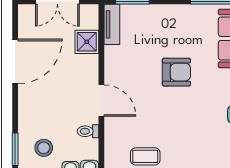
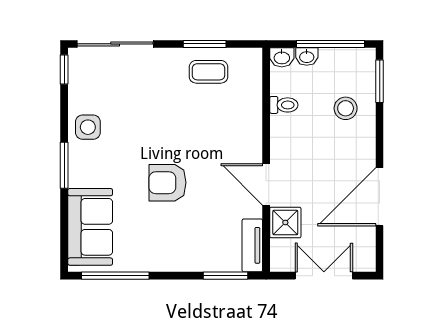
door: (101, 101) -> (266, 184), moved
stool: (44, 148) -> (346, 108), moved

